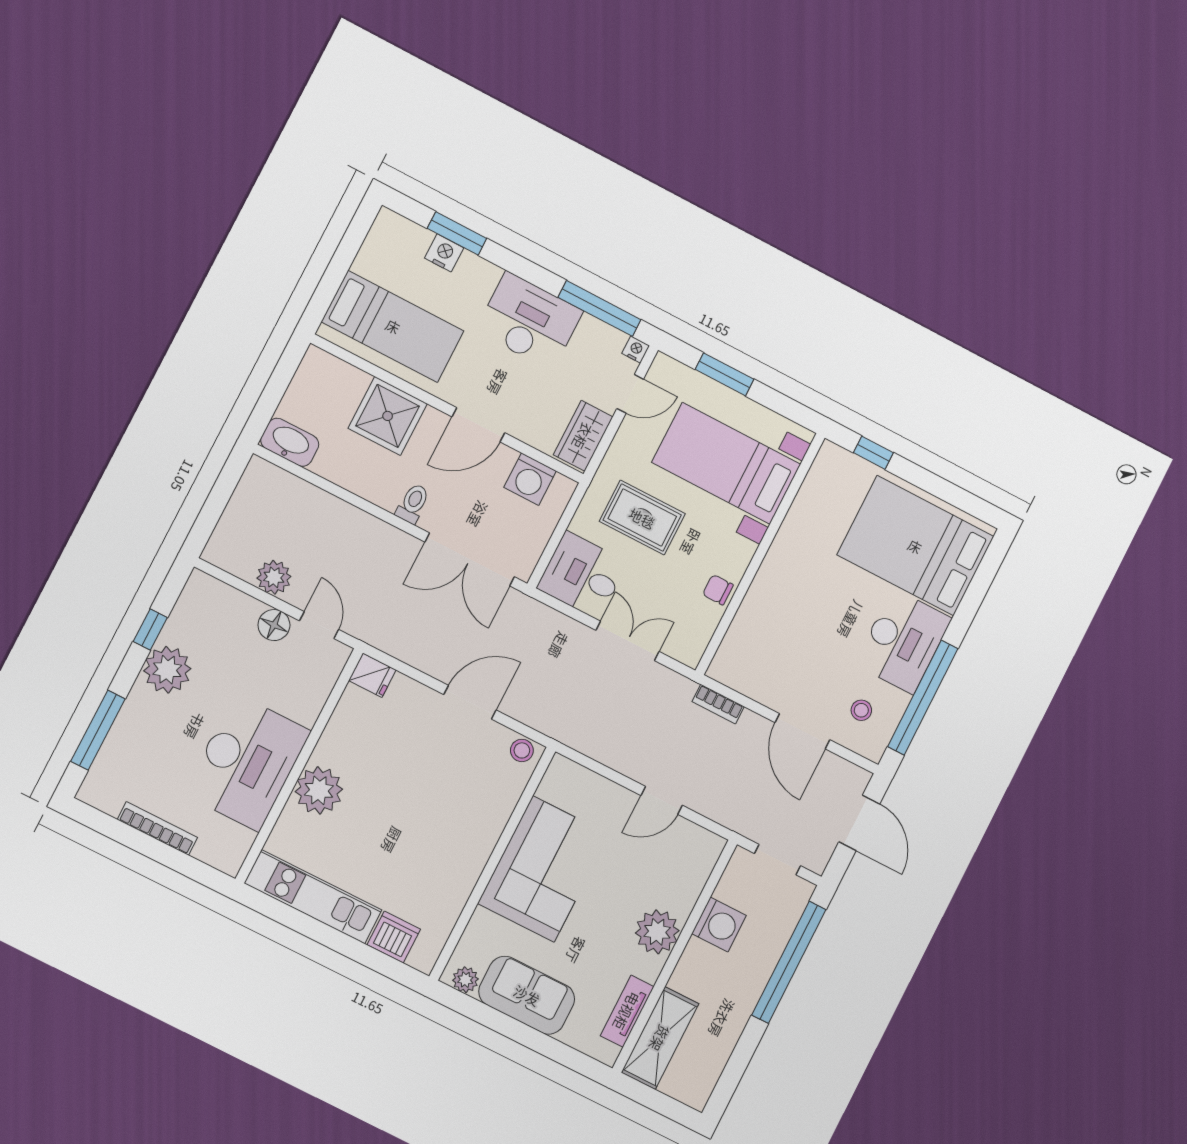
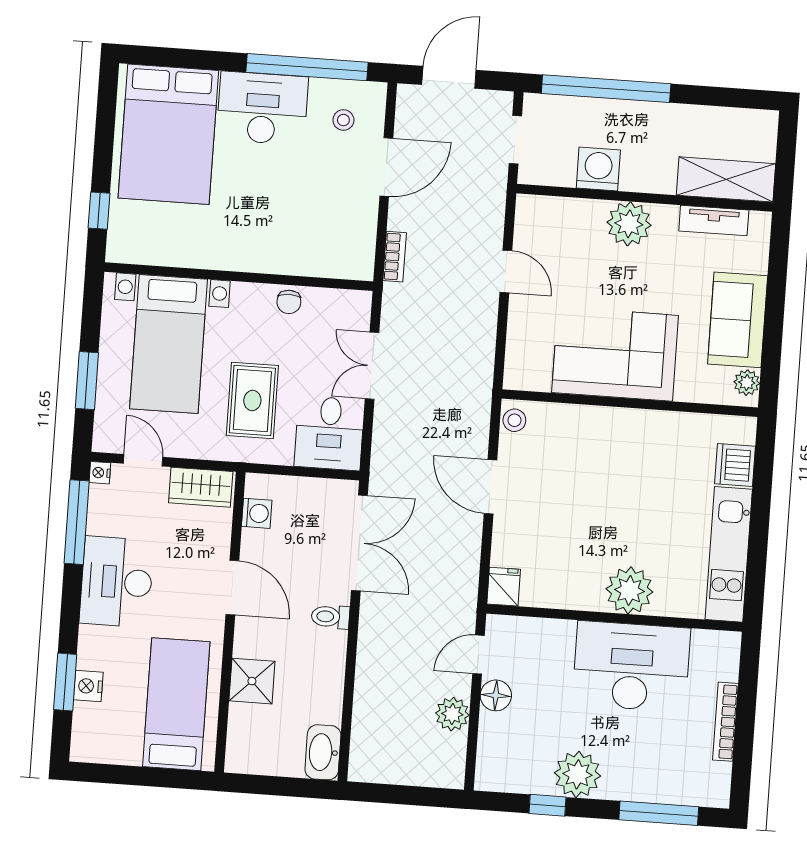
shower: (388, 416) -> (252, 681), width x0.73, depth x0.73
washing machine: (530, 479) -> (257, 513), width x0.73, depth x0.73

